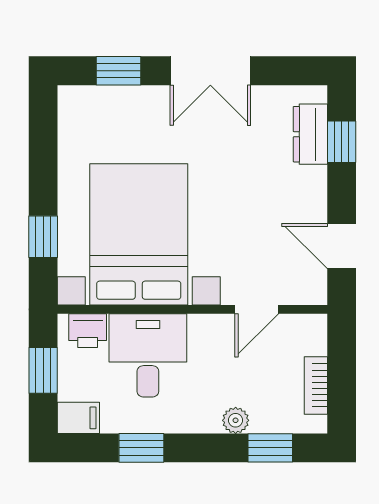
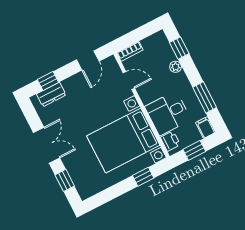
bookcase: (316, 385) -> (130, 51), moved
window: (141, 448) -> (205, 97), width x1.50

